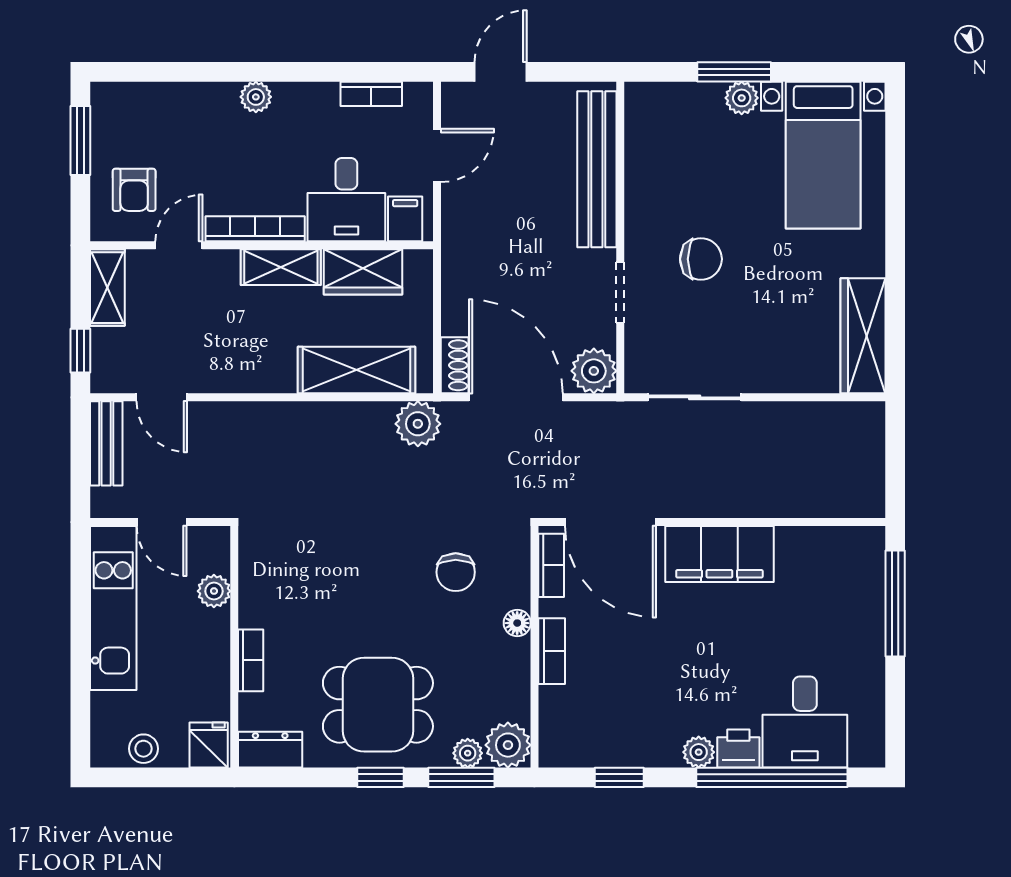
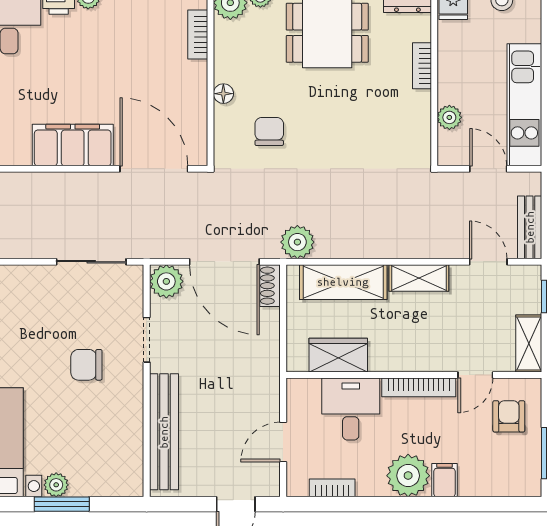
plant: (256, 97) -> (408, 476), width x1.88, depth x1.88
filing cabinet: (405, 219) -> (444, 480), moved, turned 180
shelving: (281, 267) -> (419, 278), moved
bookcase: (551, 565) -> (198, 137), removed
bookcase: (552, 651) -> (198, 34), moved

